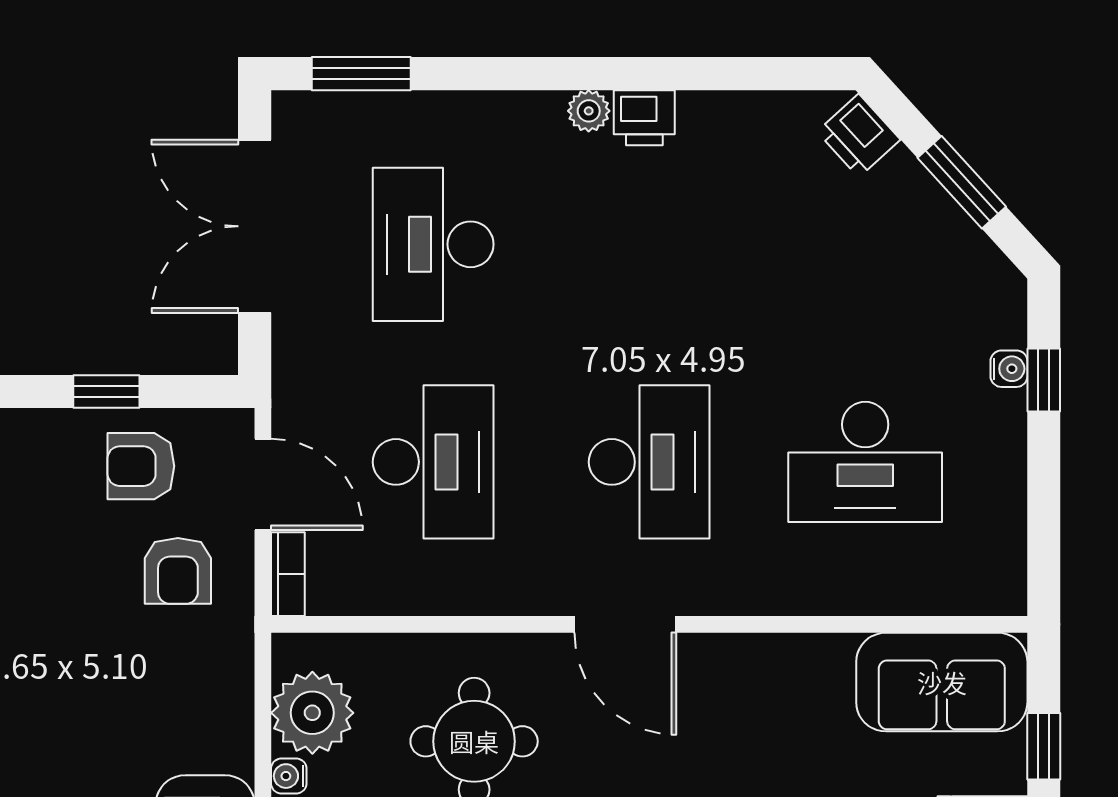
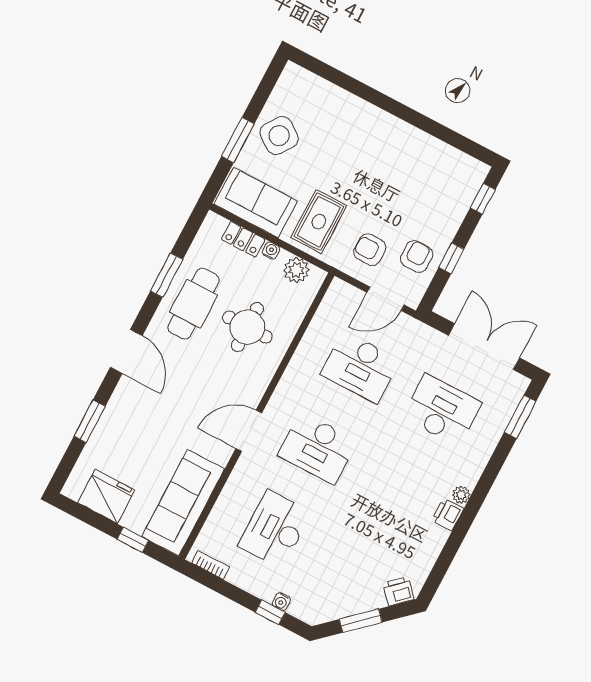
bookcase: (288, 574) -> (211, 565), moved, turned 180
door: (625, 624) -> (249, 431), moved
sofa: (942, 682) -> (183, 503), width x1.36
rug: (176, 708) -> (319, 222), added
plant: (312, 713) -> (296, 270), width x0.73, depth x0.73

